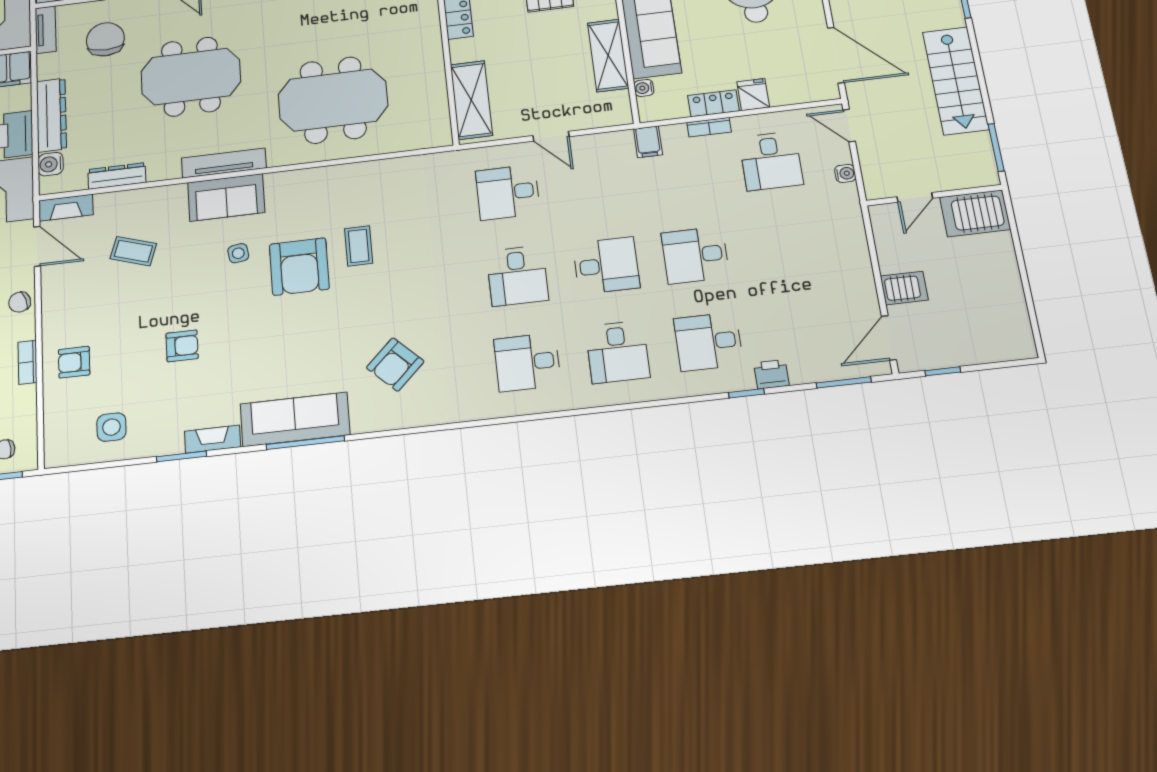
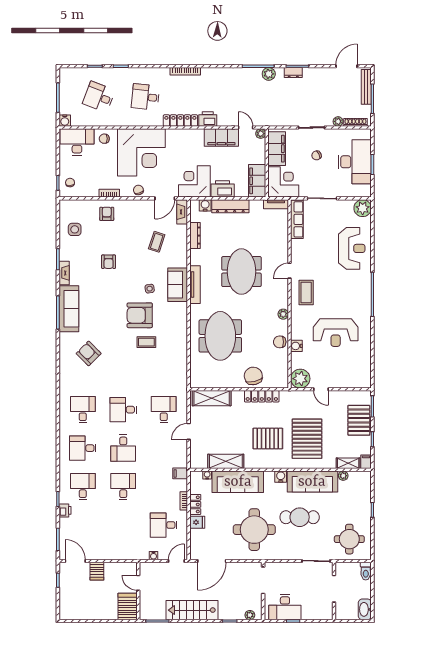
chair: (105, 39) -> (253, 376), moved, turned -103

